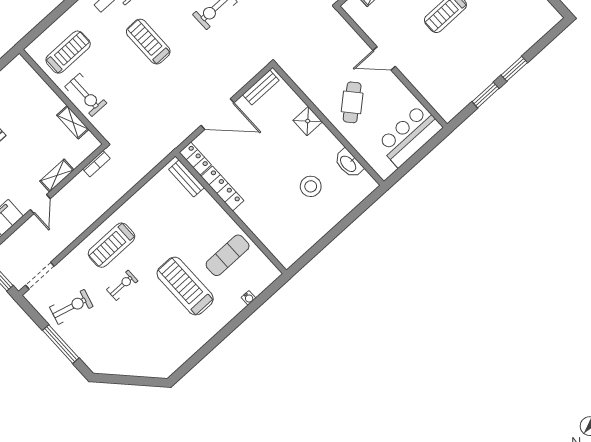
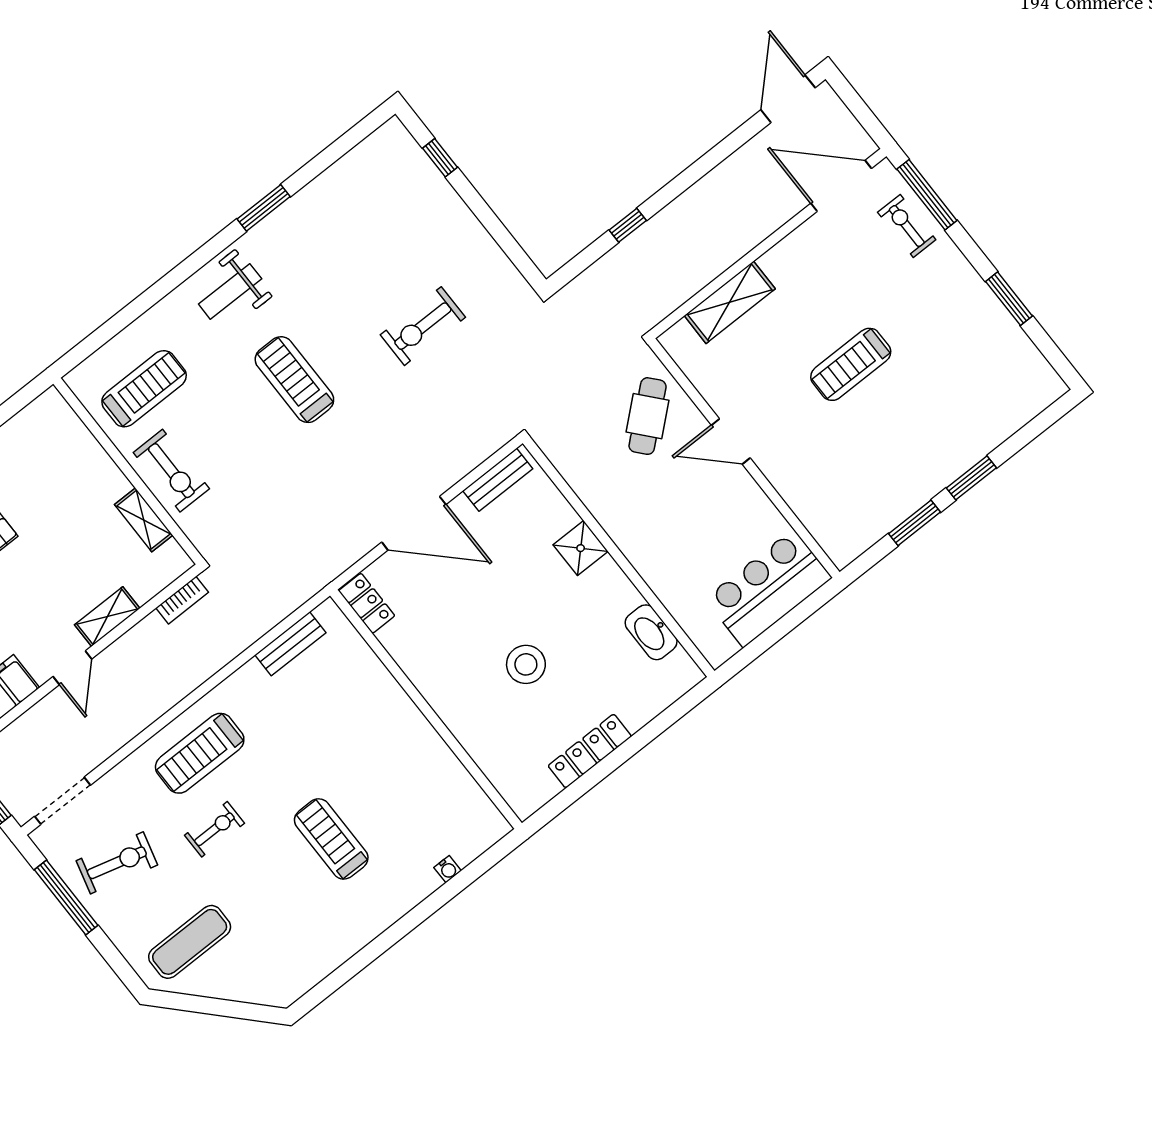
cafe table: (352, 102) -> (648, 416), moved
bench: (186, 178) -> (290, 644), moved, turned 90
stool: (311, 186) -> (526, 664), moved
locker: (222, 188) -> (590, 751), moved, turned -90
exercise mat: (228, 255) -> (190, 942), moved
treadmill: (185, 286) -> (331, 839), width x0.73, depth x0.73
window: (61, 344) -> (66, 897), moved

